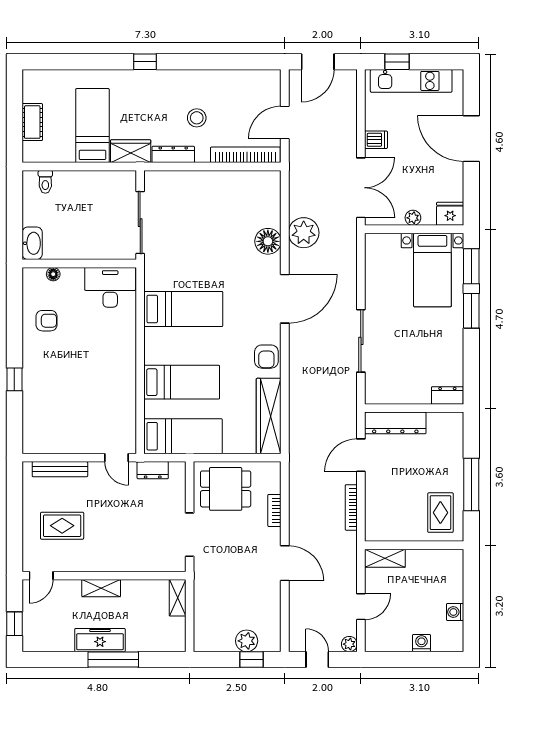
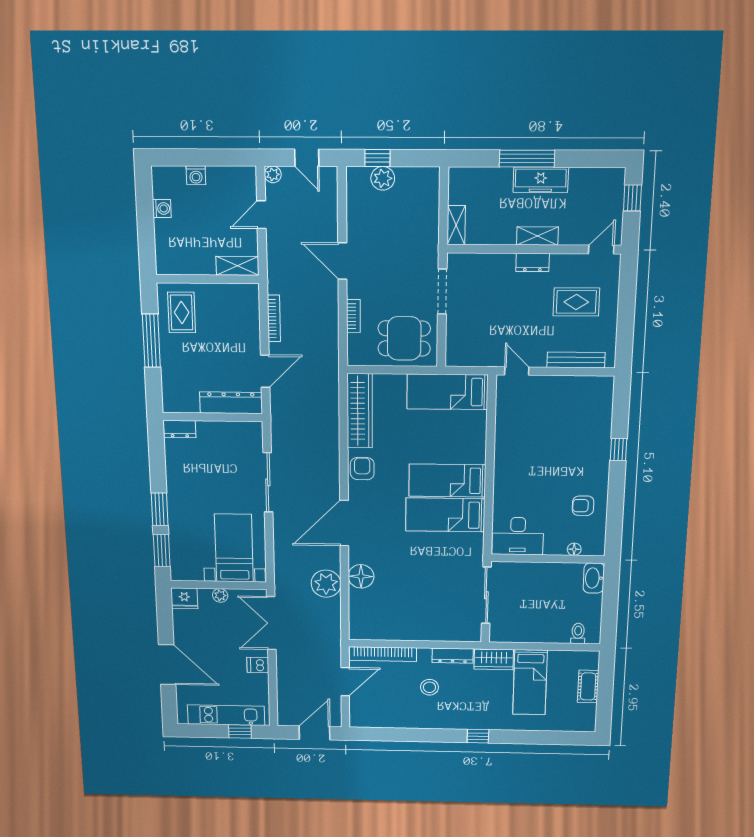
bed with nightstands: (432, 270) -> (234, 548), moved
bed: (182, 382) -> (447, 481), moved
dresser: (153, 470) -> (533, 262), moved, turned 180

